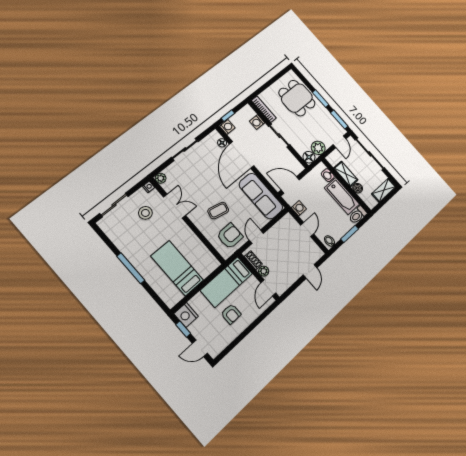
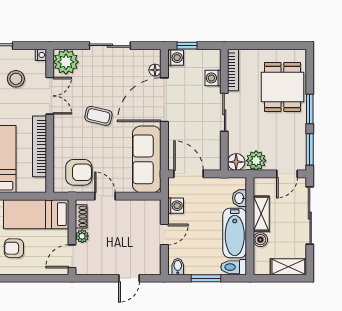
plant: (161, 178) -> (66, 62), width x1.88, depth x1.88
coffee table: (218, 211) -> (98, 116), moved
door: (256, 237) -> (105, 196), hinge flipped
bookcase: (194, 241) -> (39, 146), added
armchair: (231, 314) -> (14, 248), turned 91

